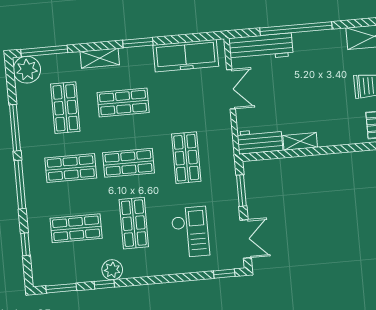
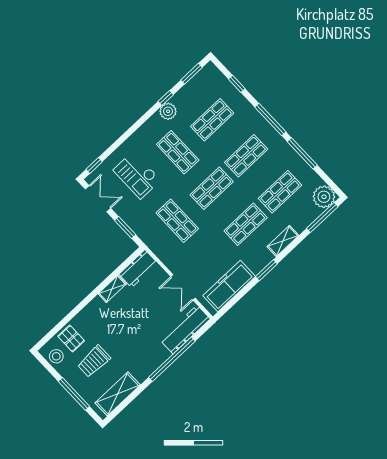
shop shelf: (65, 108) -> (280, 192), turned 90
double door: (246, 239) -> (98, 199), swing flipped

